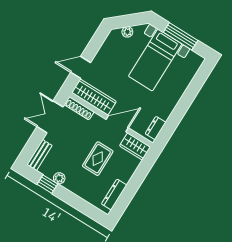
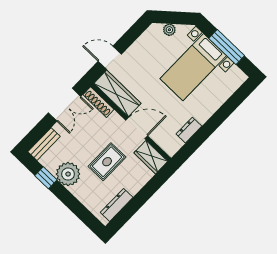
double door: (50, 117) -> (65, 105), swing flipped
dresser: (156, 128) -> (189, 130), moved
plant: (59, 178) -> (68, 174), width x1.88, depth x1.88

